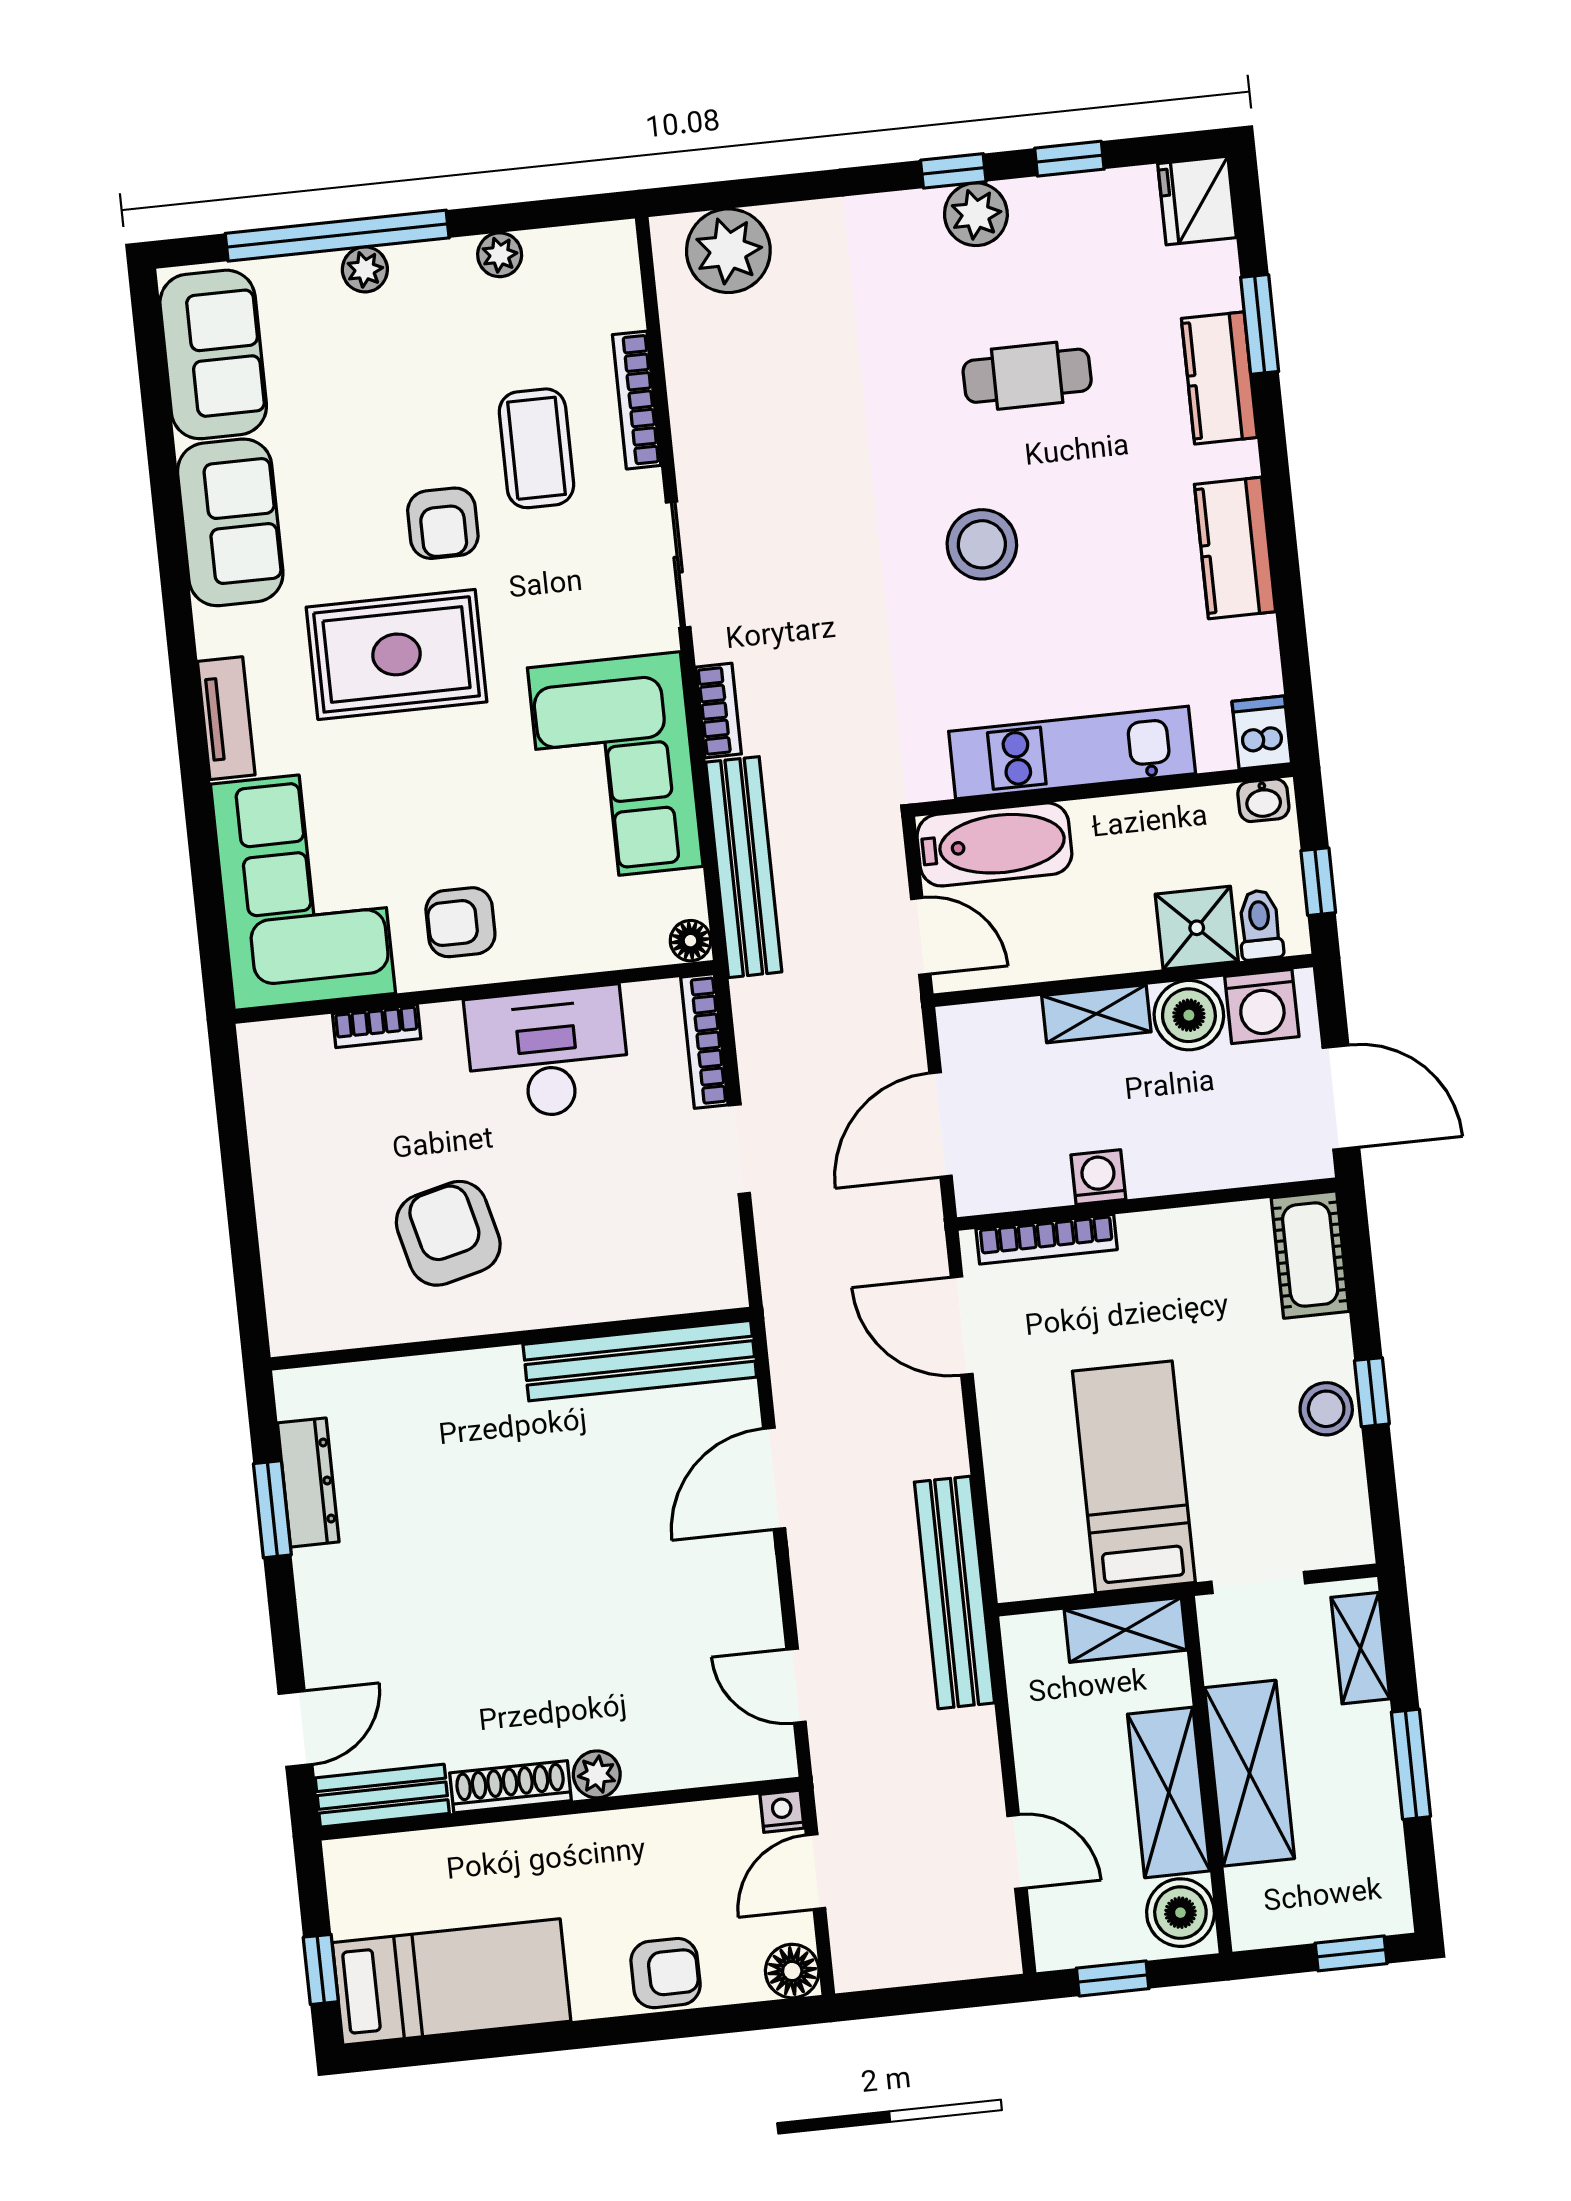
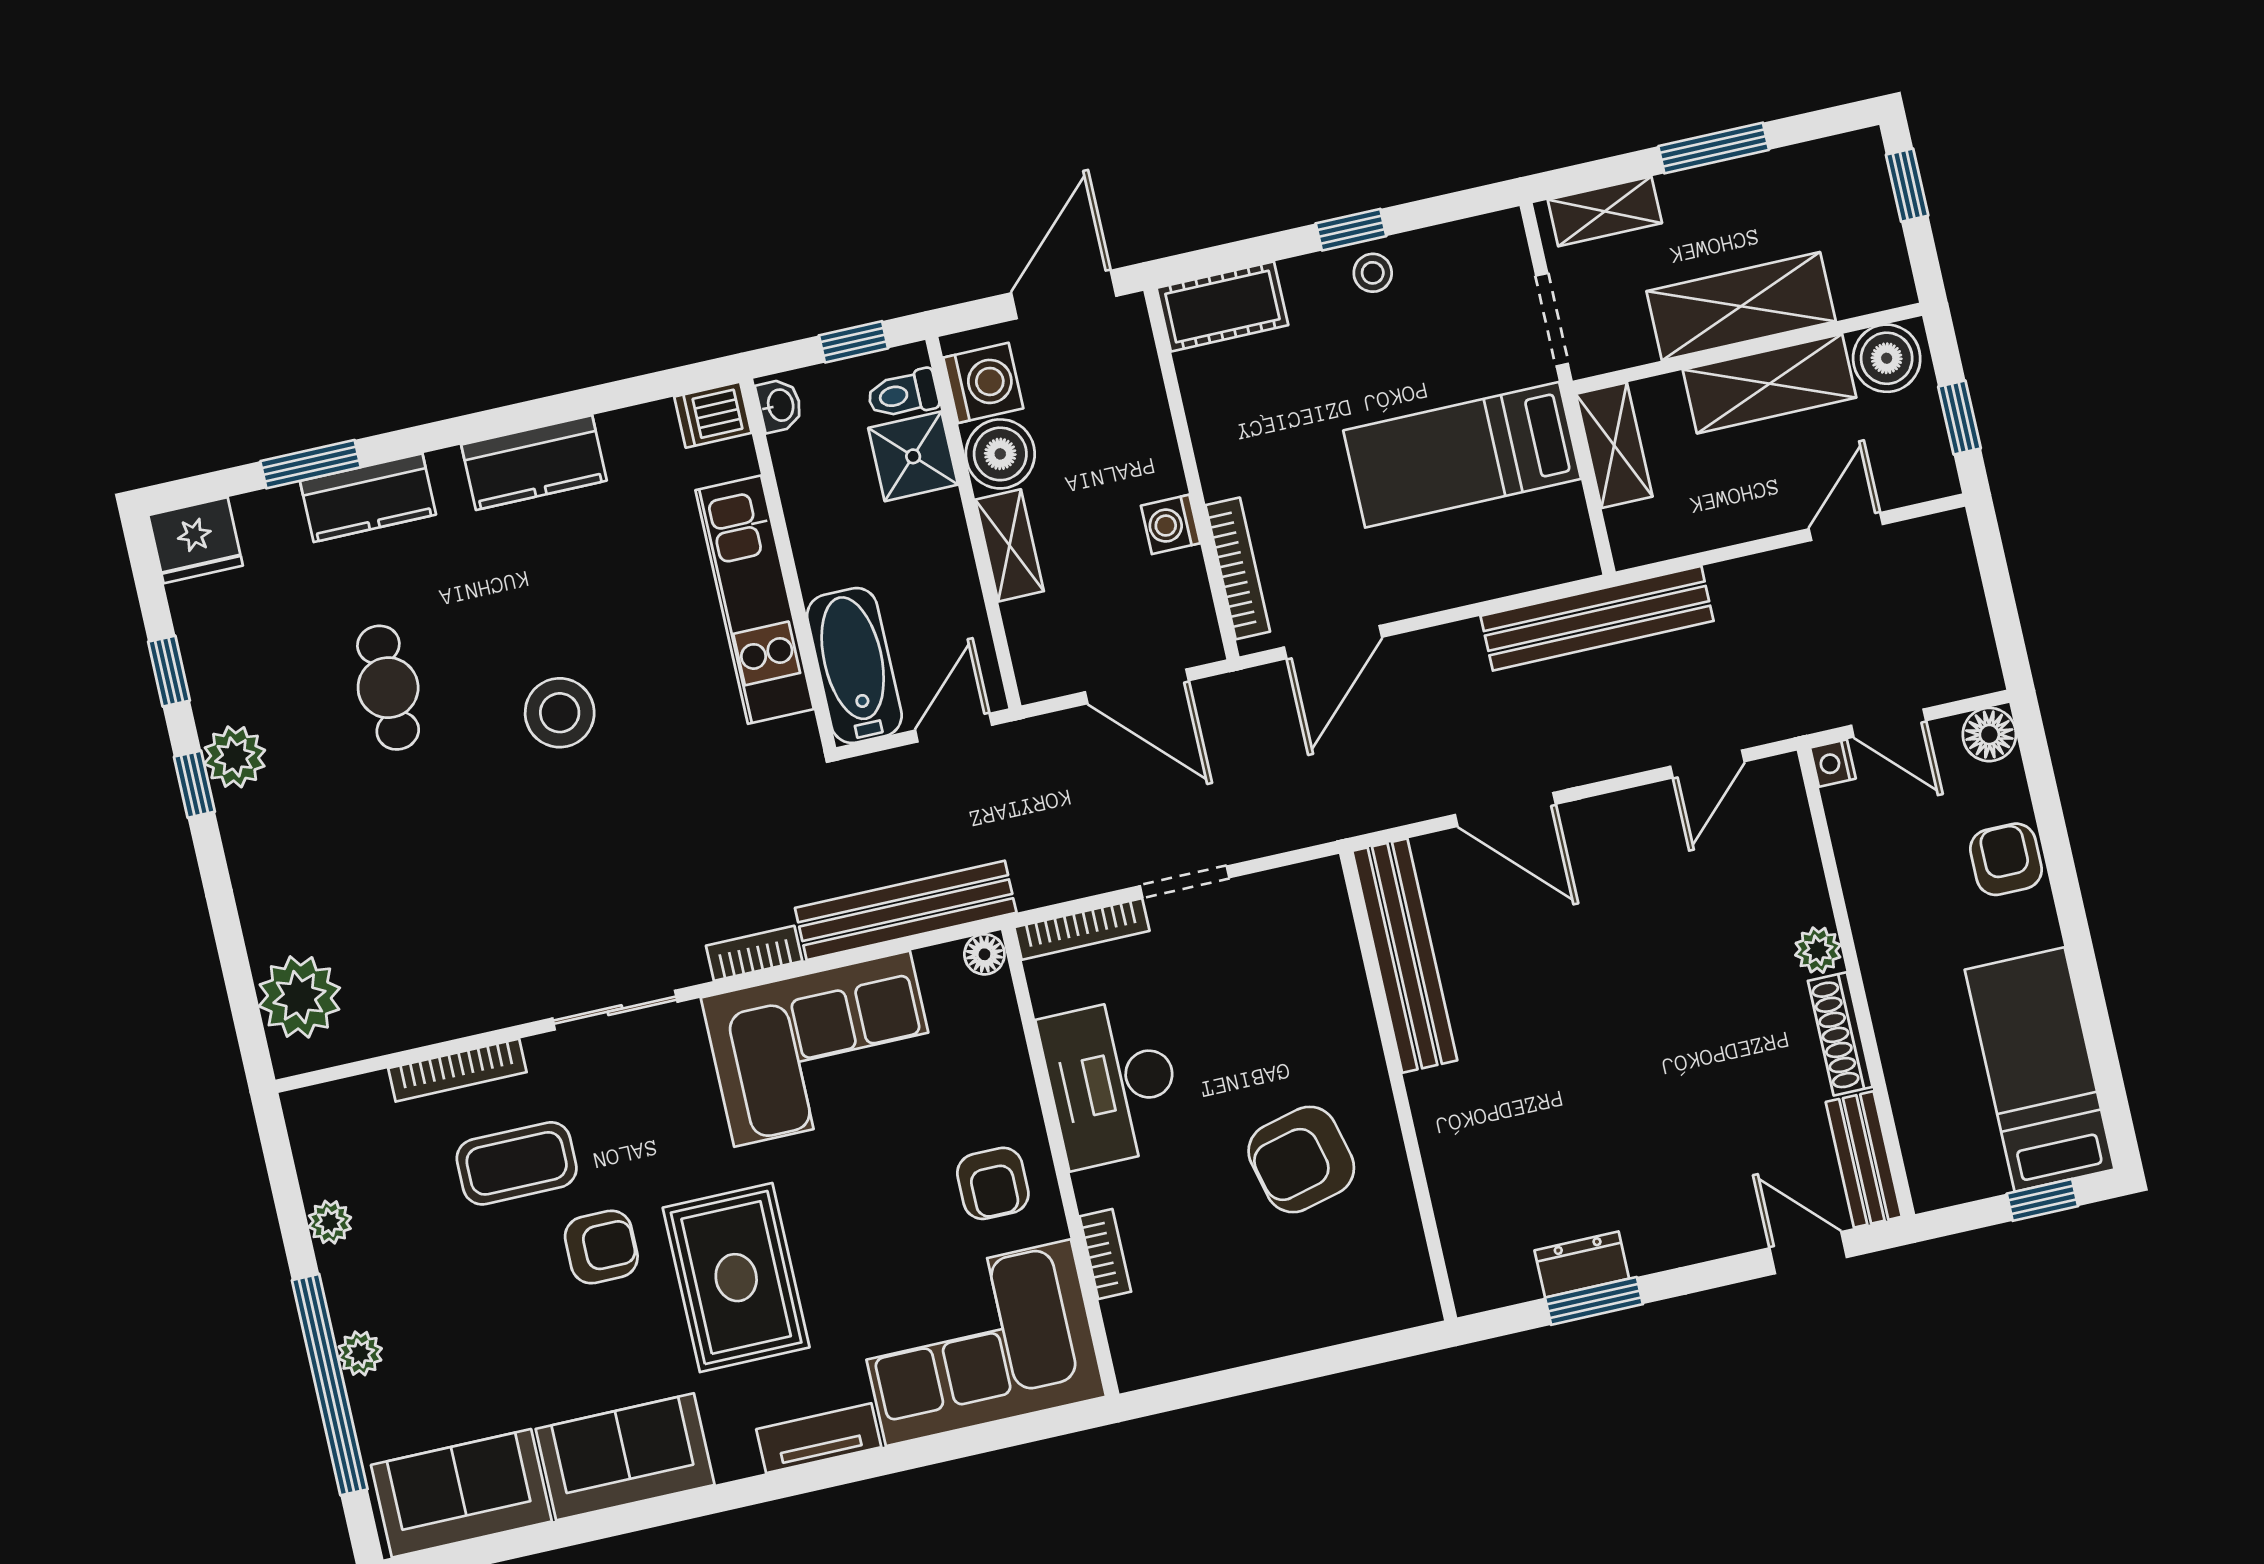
stool: (1326, 1409) -> (1373, 273), width x0.73, depth x0.73
dresser: (308, 1482) -> (1582, 1264), width x0.70

